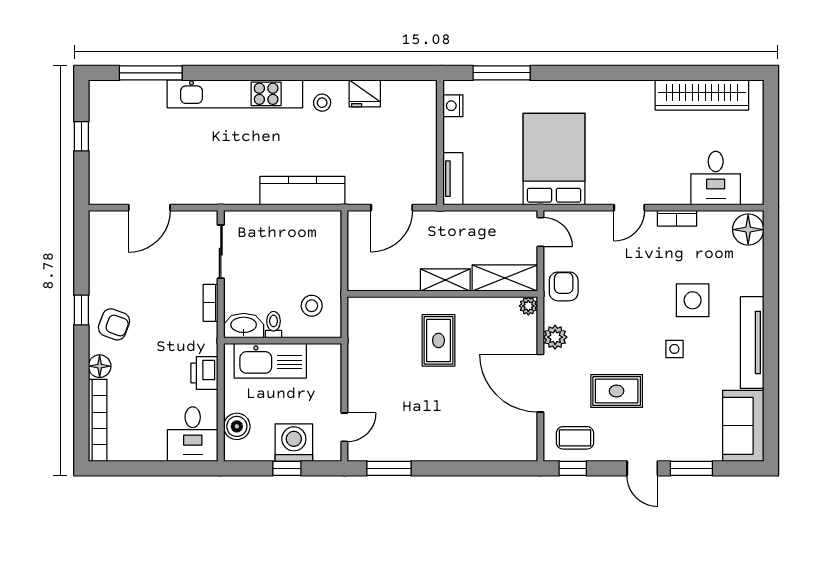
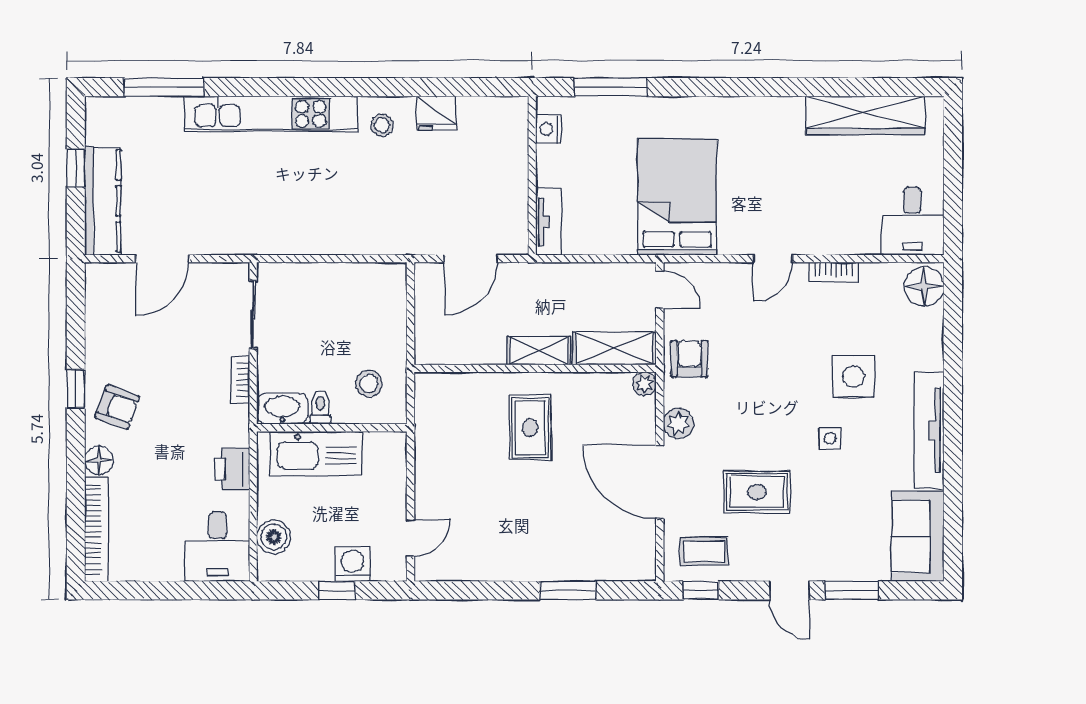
desk: (716, 178) -> (912, 221), moved
kitchen counter: (302, 191) -> (103, 201), moved, turned 90
washing machine: (294, 443) -> (353, 564), width x0.73, depth x0.73
window: (389, 468) -> (568, 590), moved

